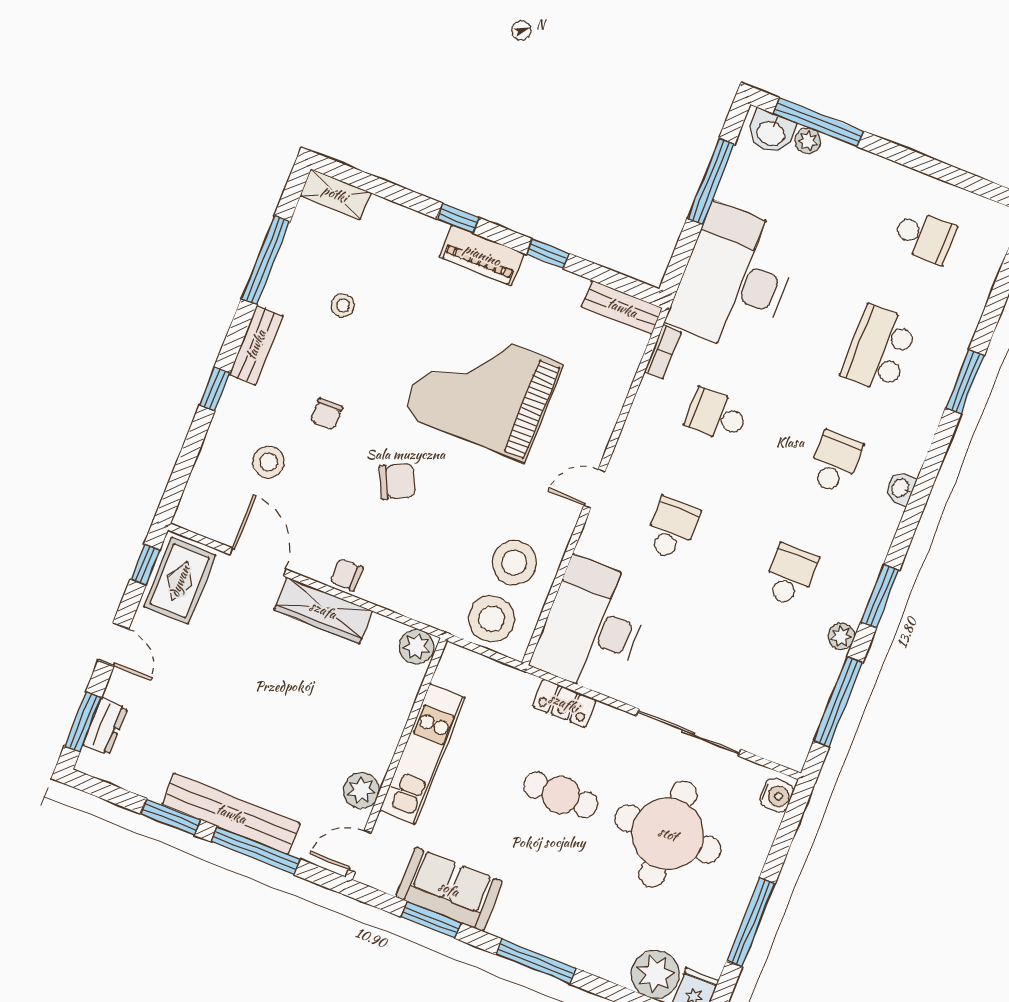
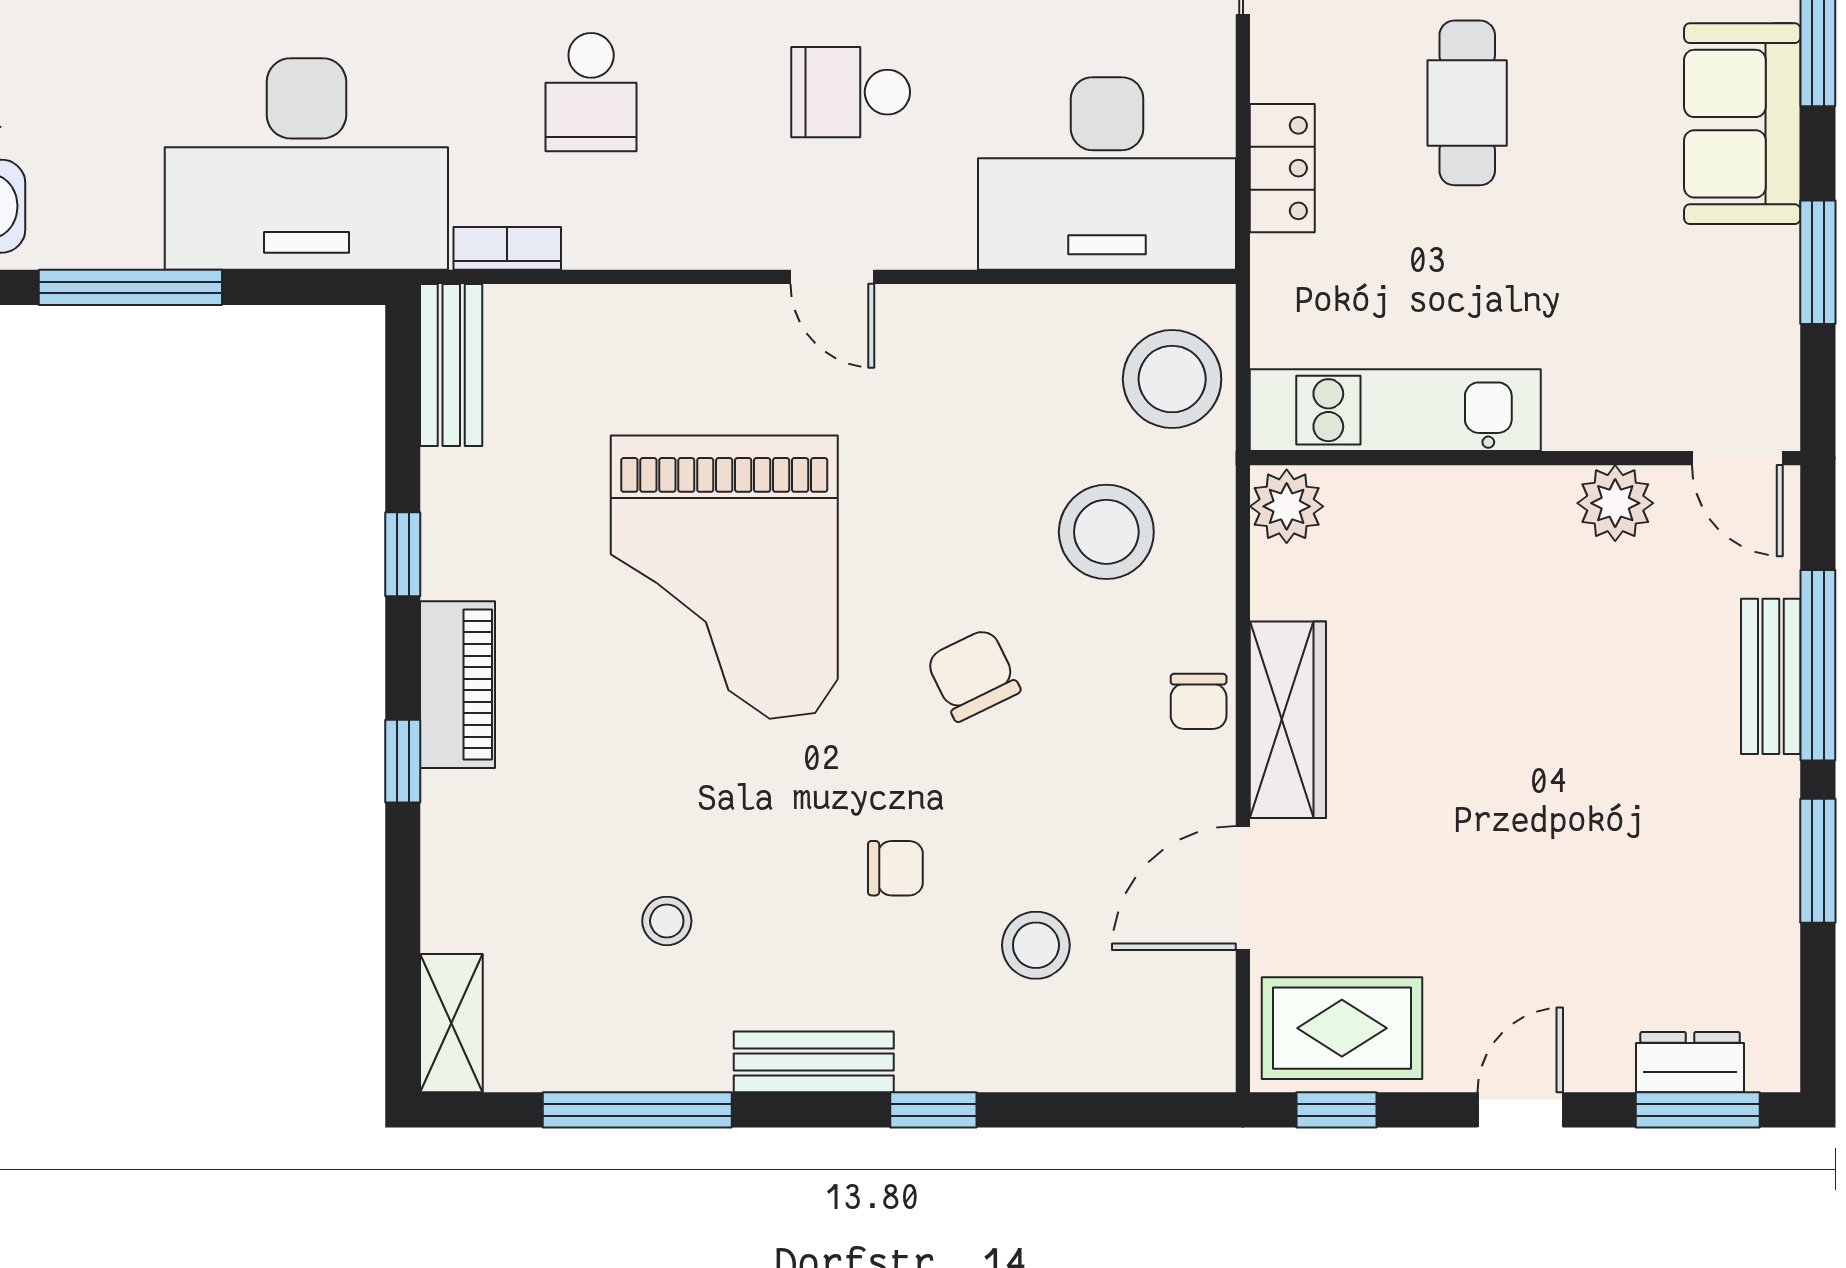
stool: (514, 563) -> (1106, 532), moved
kitchen unit: (422, 754) -> (1395, 410), moved
bench: (231, 814) -> (1771, 676), width x0.54, depth x0.82
sofa: (449, 889) -> (1742, 124), moved

